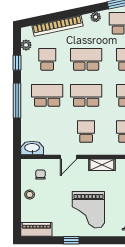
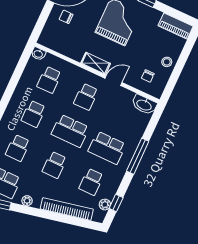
school desk: (86, 59) -> (54, 165), width x0.54
window: (17, 63) -> (116, 203), moved
shelving: (102, 165) -> (96, 63), moved

